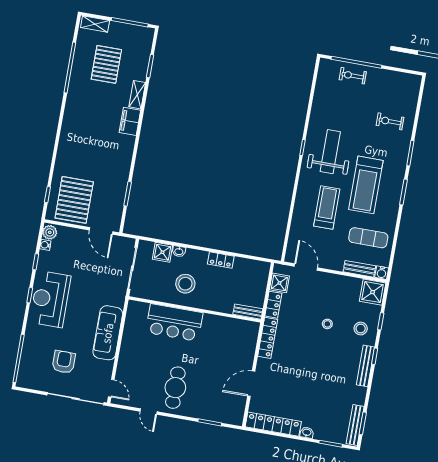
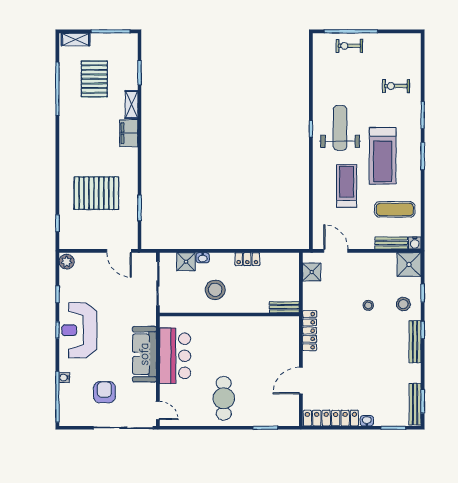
pallet: (74, 200) -> (96, 193), moved, turned 90
water cooler: (45, 245) -> (64, 378), moved
locker: (273, 305) -> (309, 295), removed
bar counter: (174, 323) -> (175, 356), moved, turned -90
door: (148, 412) -> (200, 428), removed

